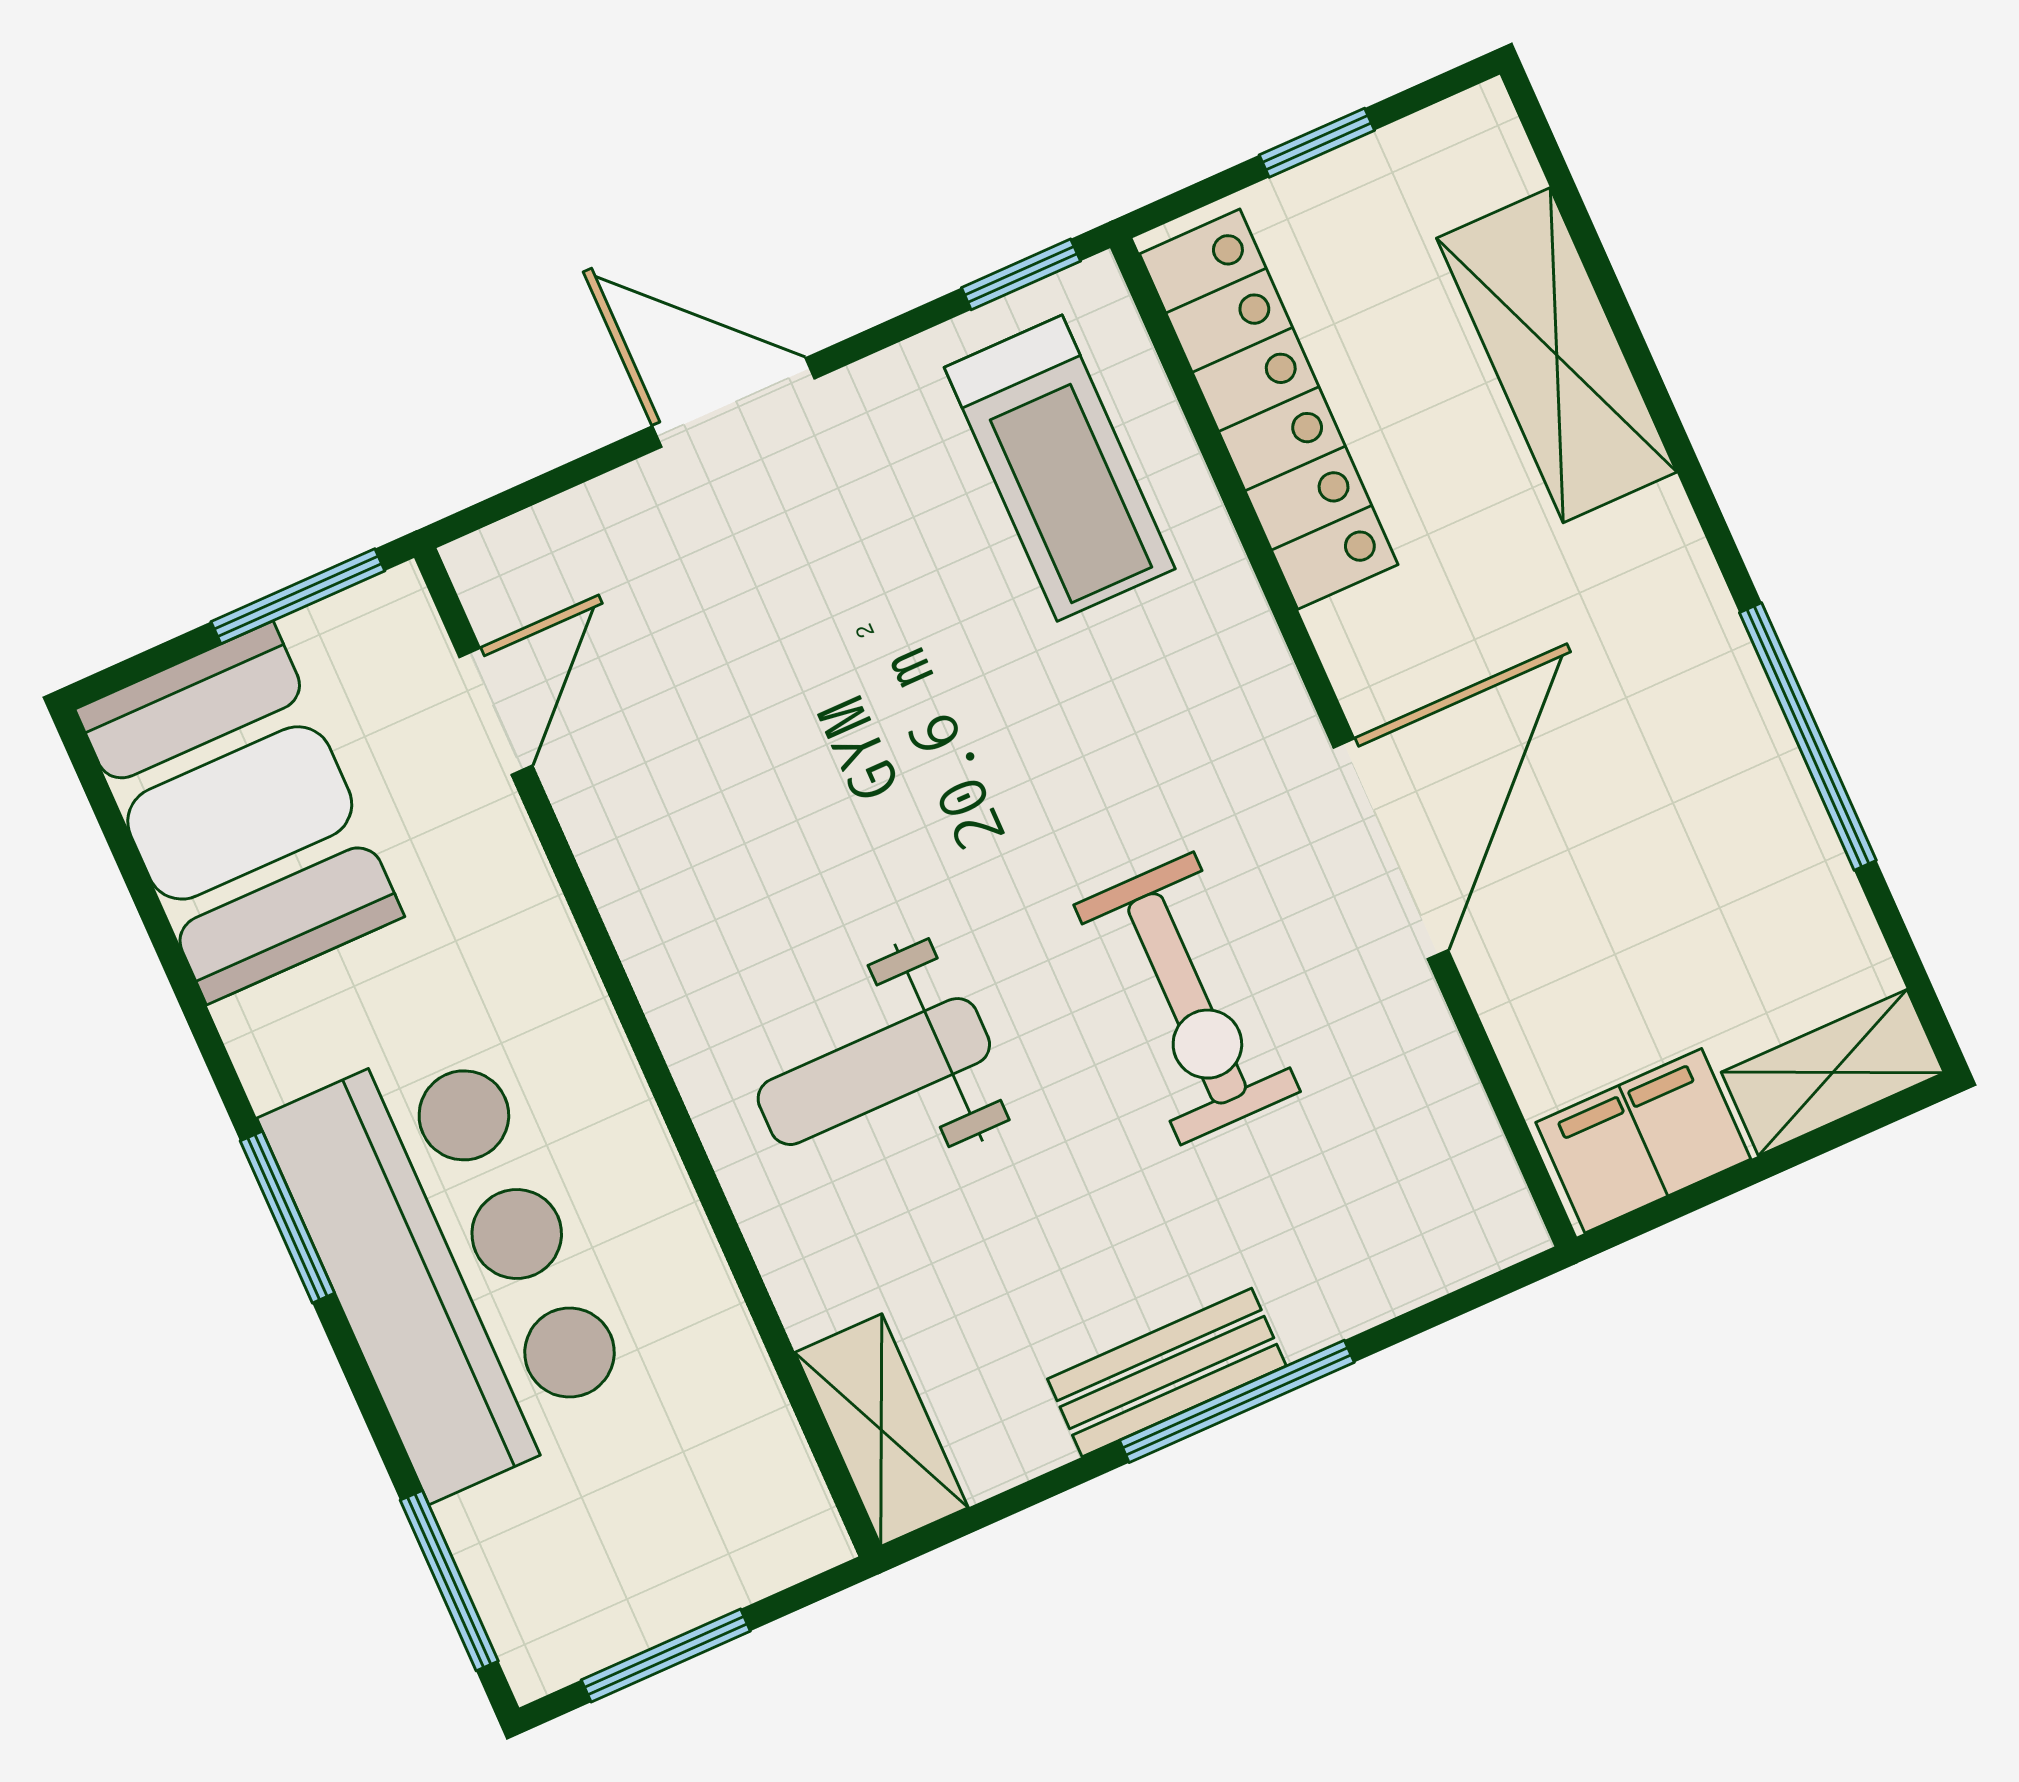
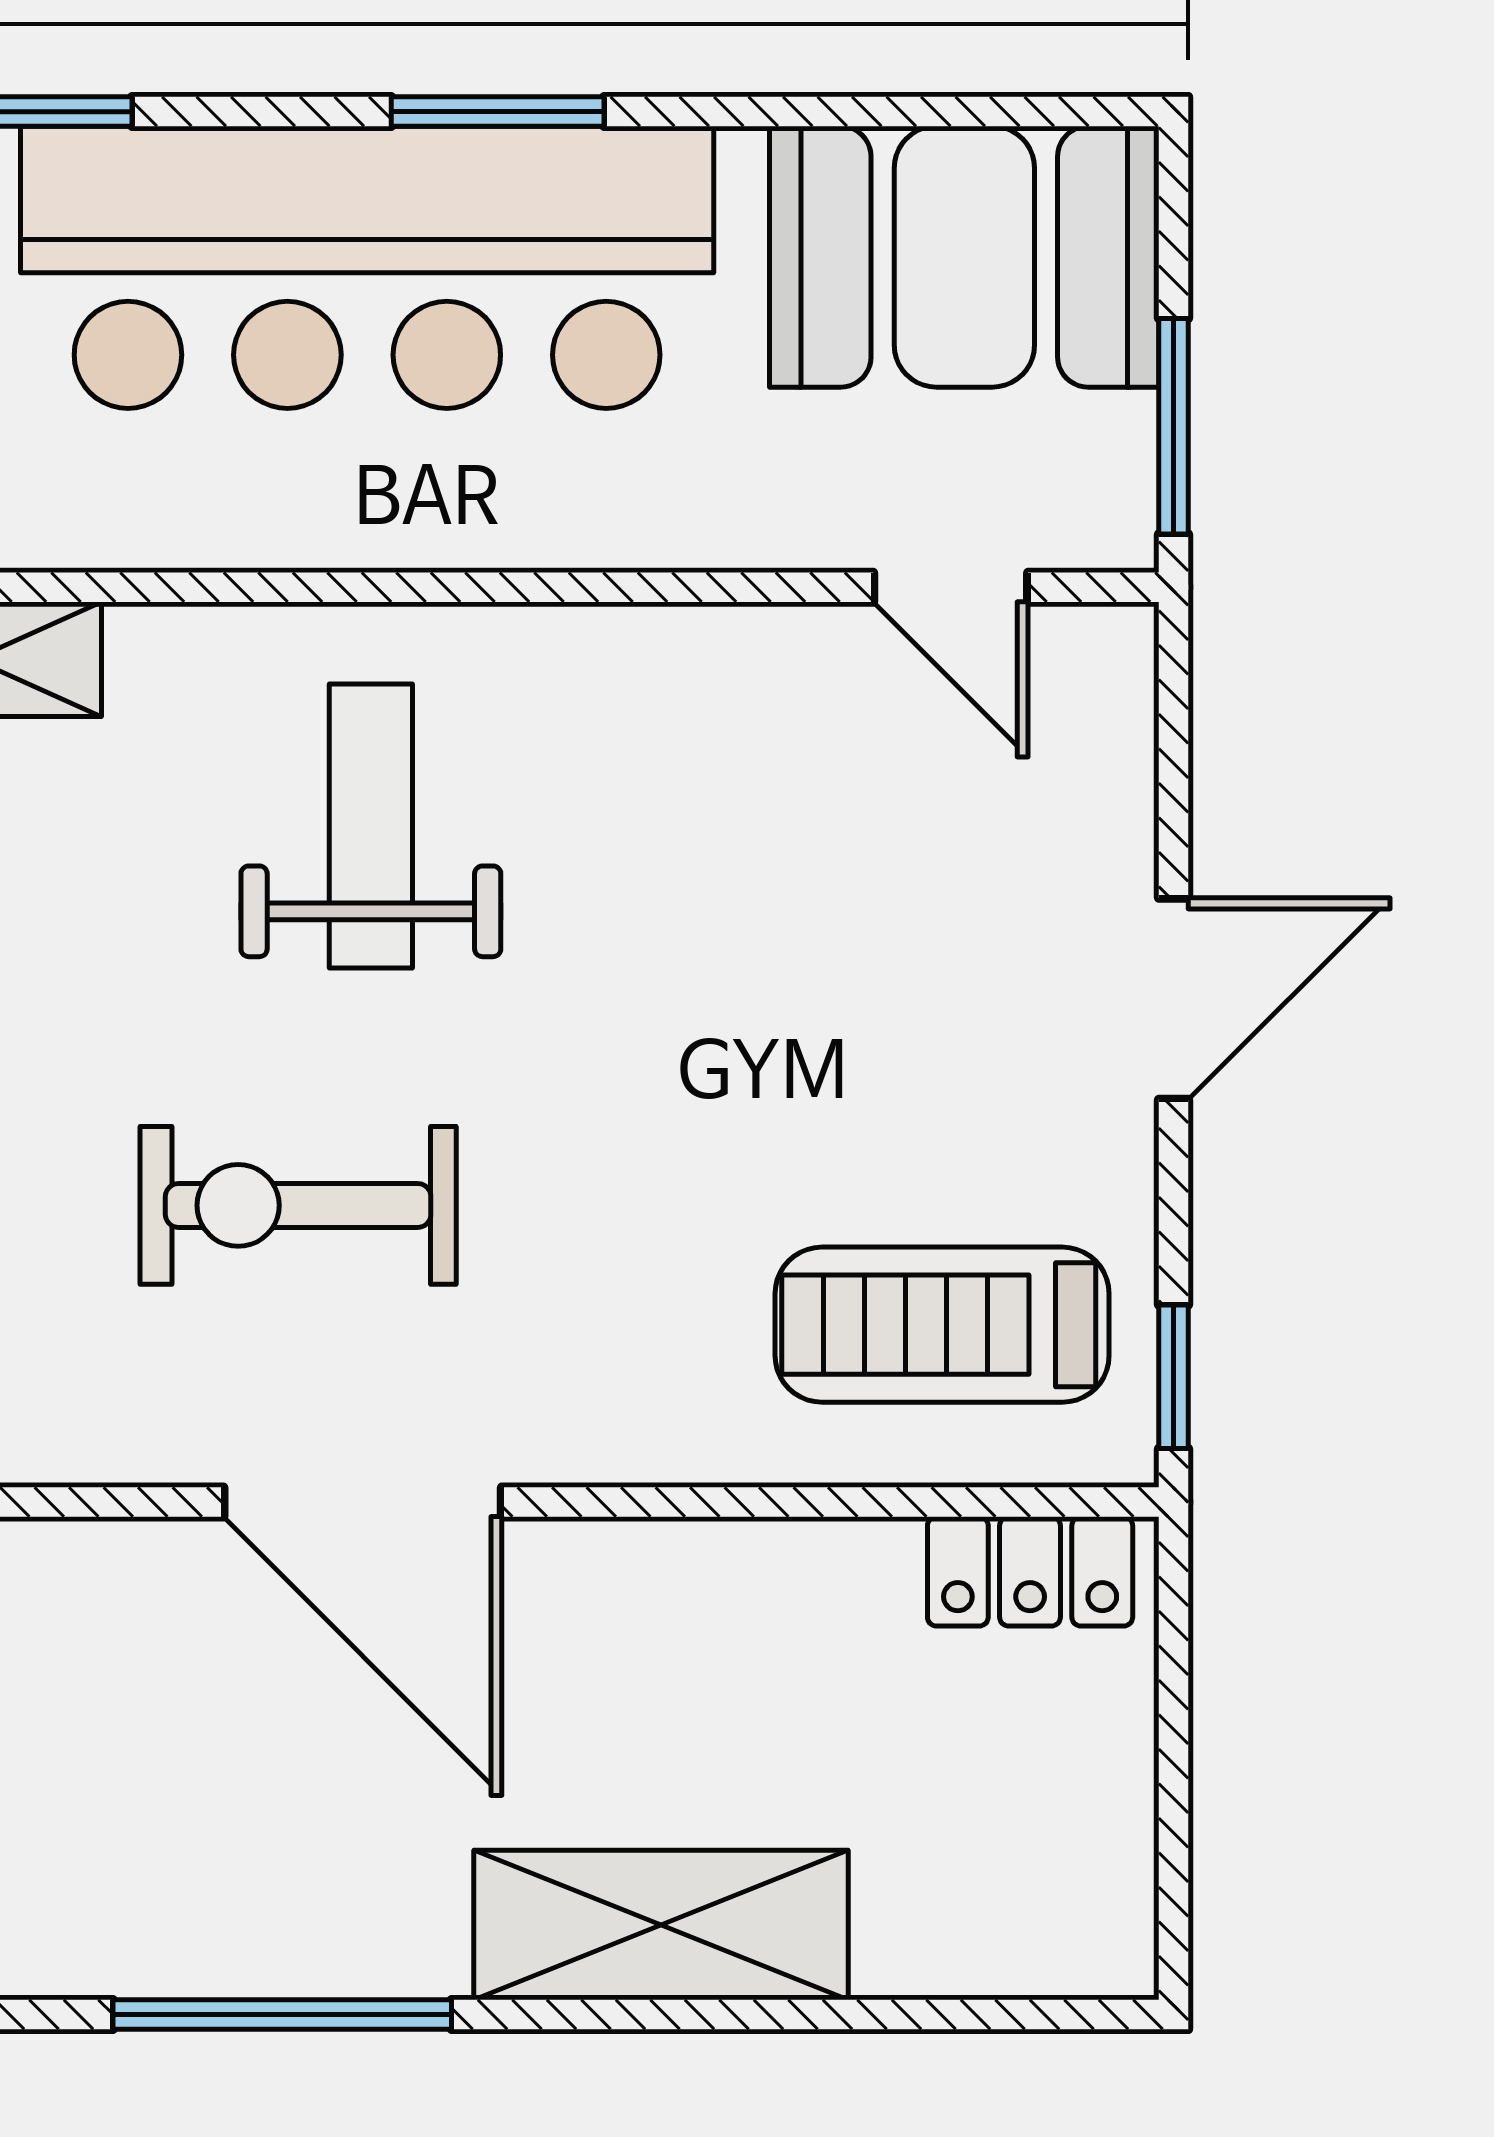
window: (1317, 143) -> (1174, 1766), removed
shelving: (1557, 355) -> (661, 1925), moved
locker: (1269, 409) -> (1030, 1571), width x0.46, depth x0.83
bar counter: (450, 1264) -> (367, 267), width x1.36

